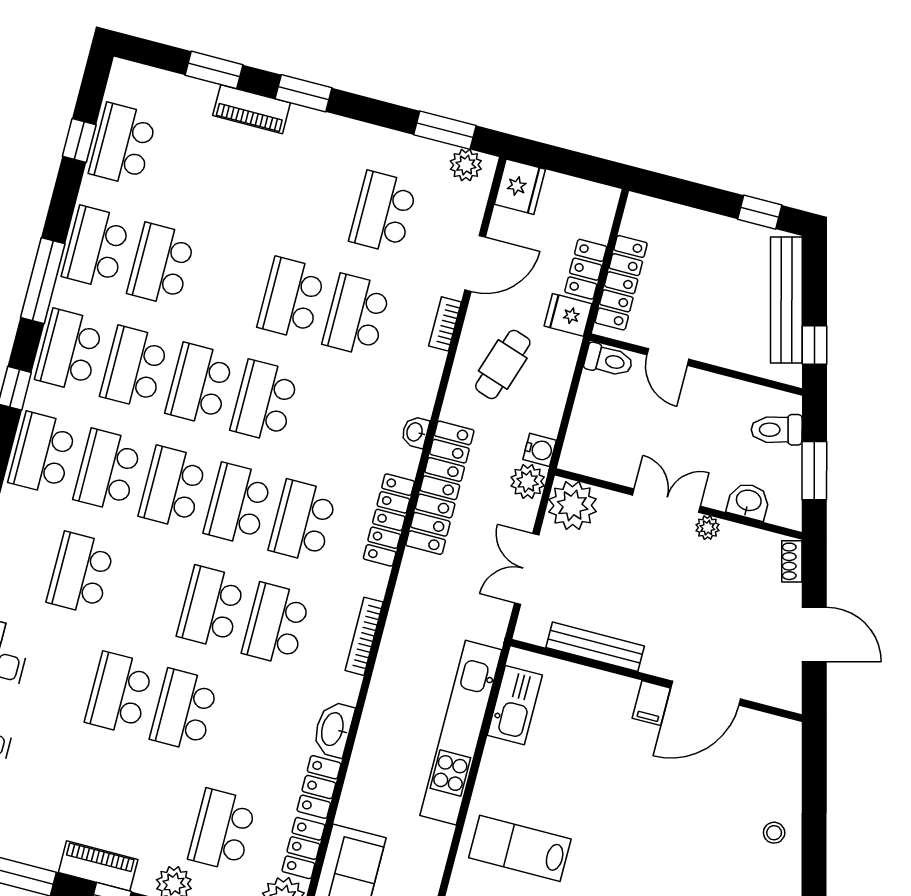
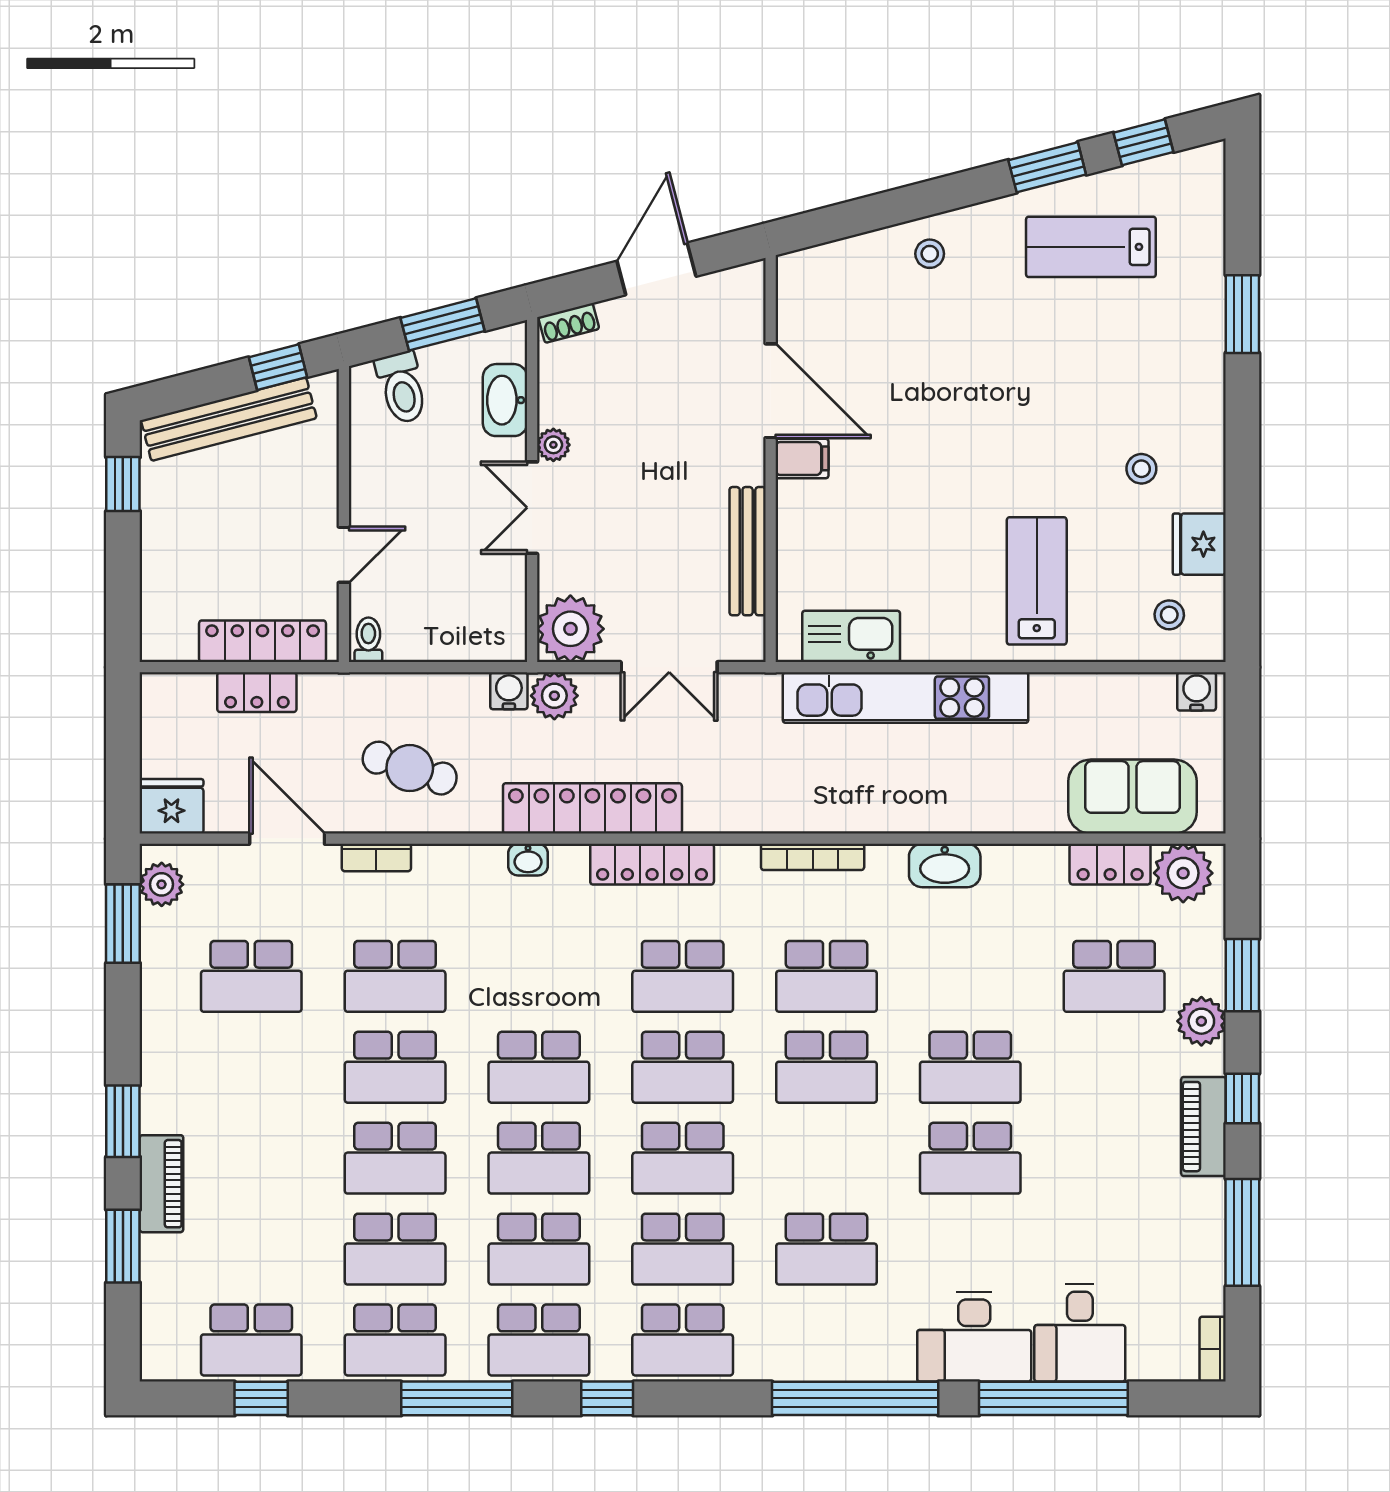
school desk: (226, 281) -> (395, 1158), added
fridge: (568, 315) -> (323, 700), removed
toilet: (609, 360) -> (368, 640), width x0.73, depth x0.72
washbasin: (749, 501) -> (505, 400), width x1.38
locker: (319, 787) -> (1025, 865), removed
lab bench: (520, 848) -> (1037, 581), turned 180

